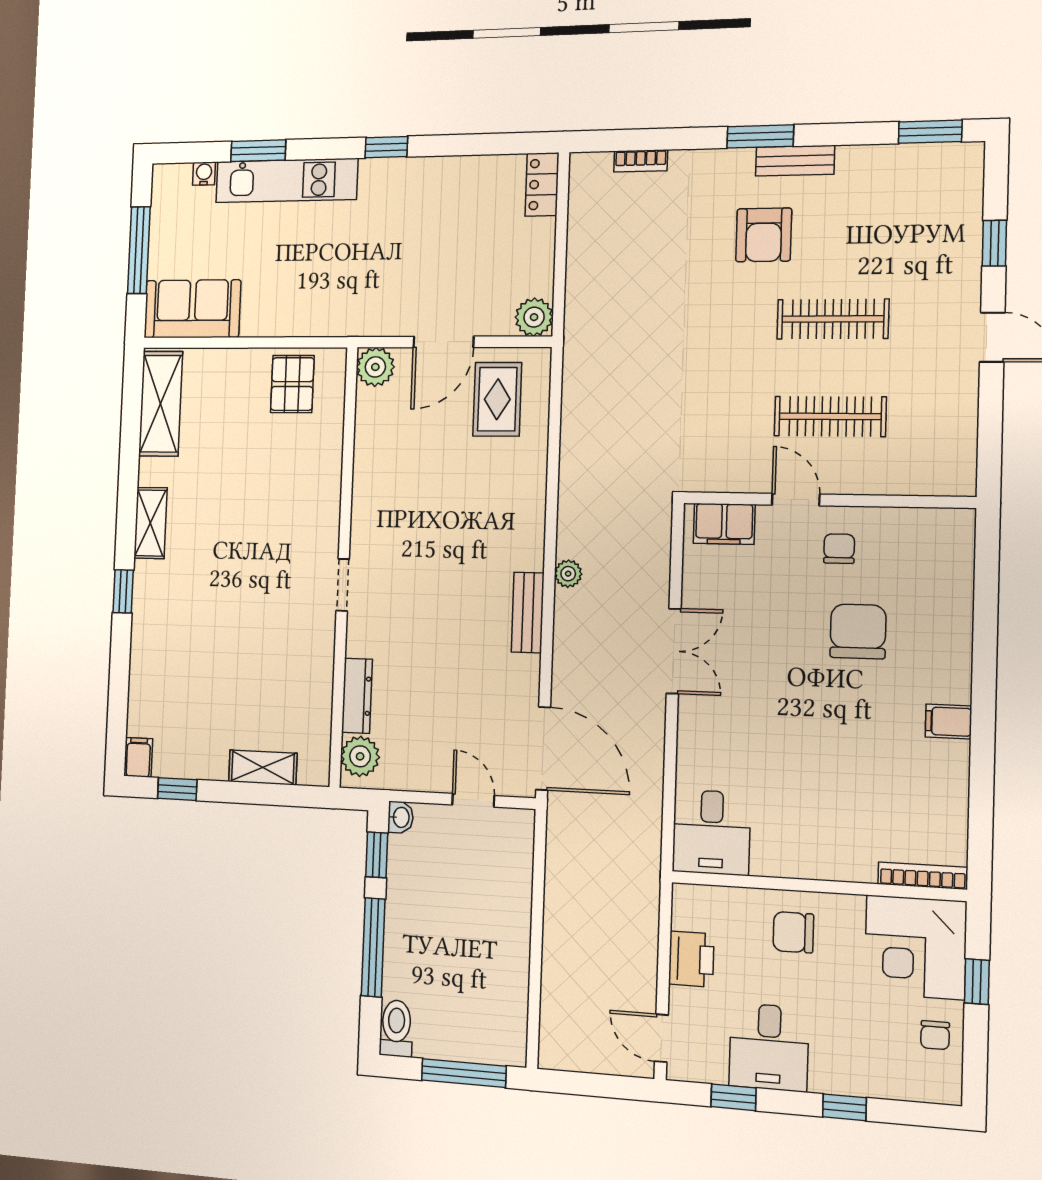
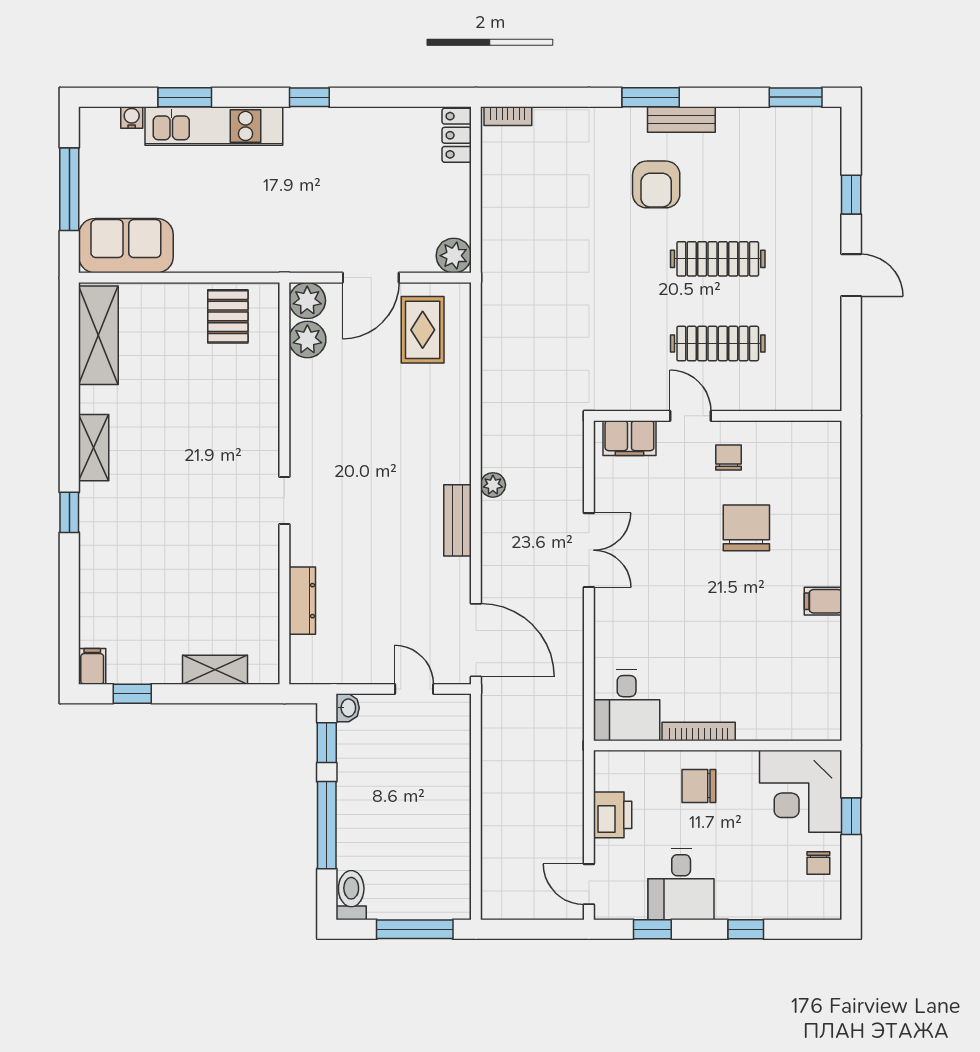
bookcase: (641, 161) -> (508, 116), moved
plant: (360, 756) -> (307, 340), moved
bookcase: (923, 876) -> (699, 731), moved

